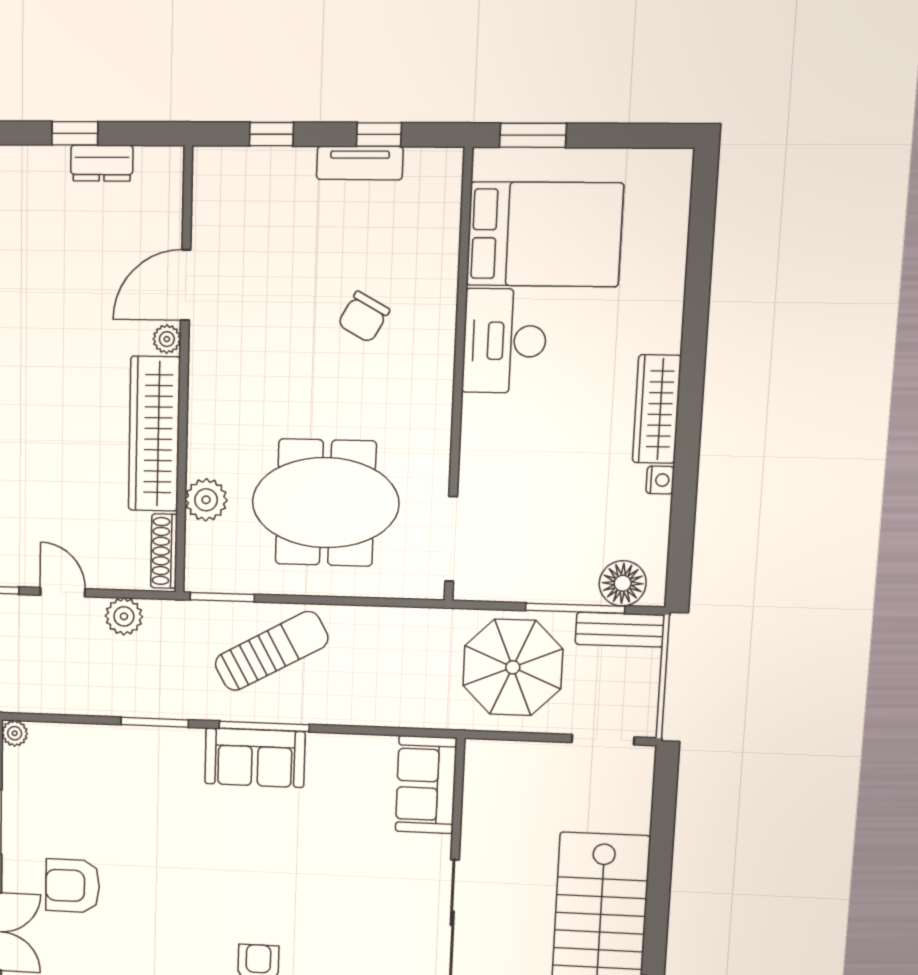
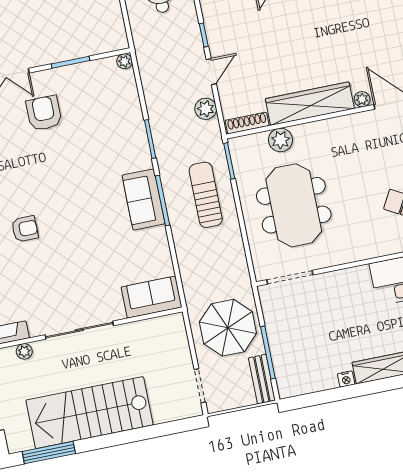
floor lamp: (623, 583) -> (287, 374), removed
sun lounger: (271, 651) -> (206, 195), turned -151

